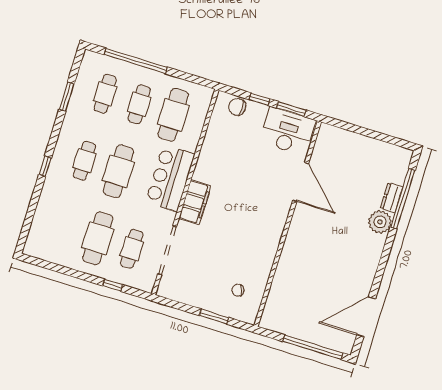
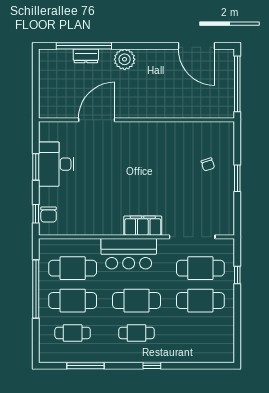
window: (136, 61) -> (36, 289), moved
window: (67, 97) -> (85, 366), width x1.44
window: (260, 99) -> (36, 214), moved
cafe table: (139, 104) -> (73, 301), width x1.37, depth x1.35
door: (301, 182) -> (97, 120), moved
plant: (380, 222) -> (125, 59), moved
wall: (288, 224) -> (137, 120), moved
cafe table: (132, 249) -> (200, 268), width x1.37, depth x1.35

